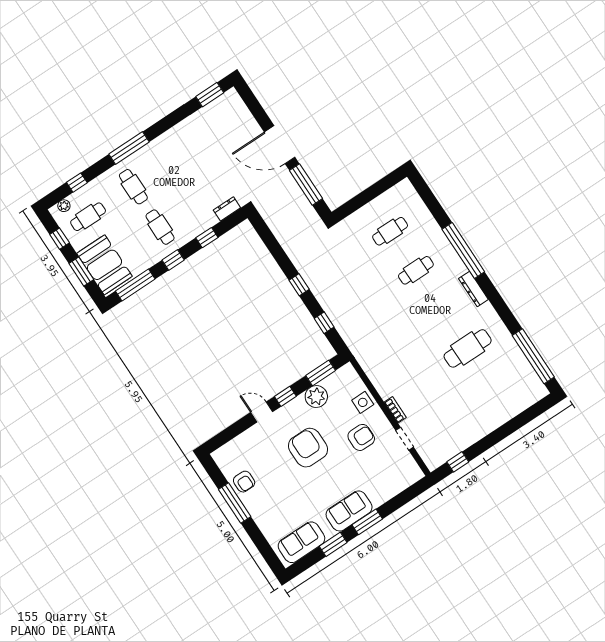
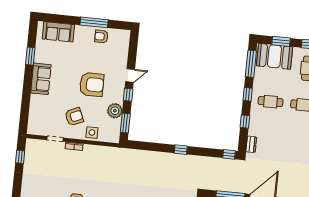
window: (324, 323) -> (229, 154), moved
armchair: (361, 437) -> (74, 117), turned -114
window: (367, 522) -> (27, 84), removed
sofa: (301, 542) -> (58, 32), moved, turned 90

